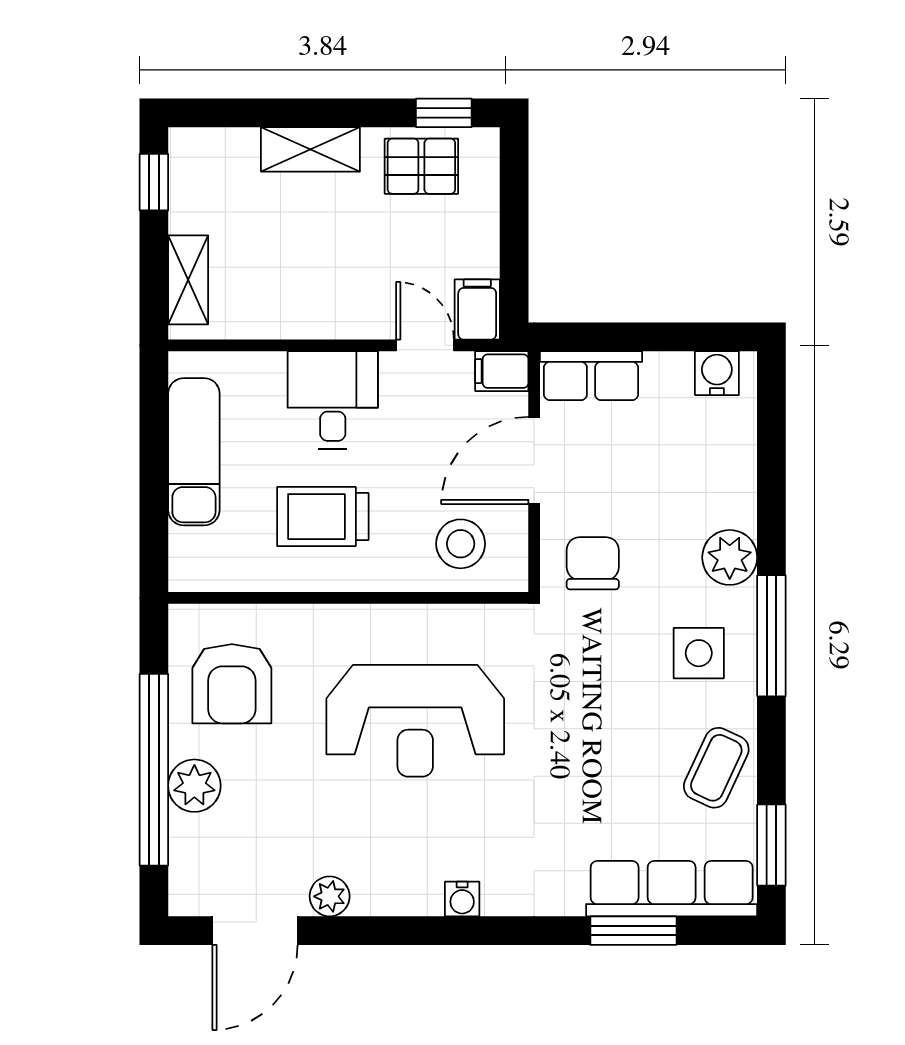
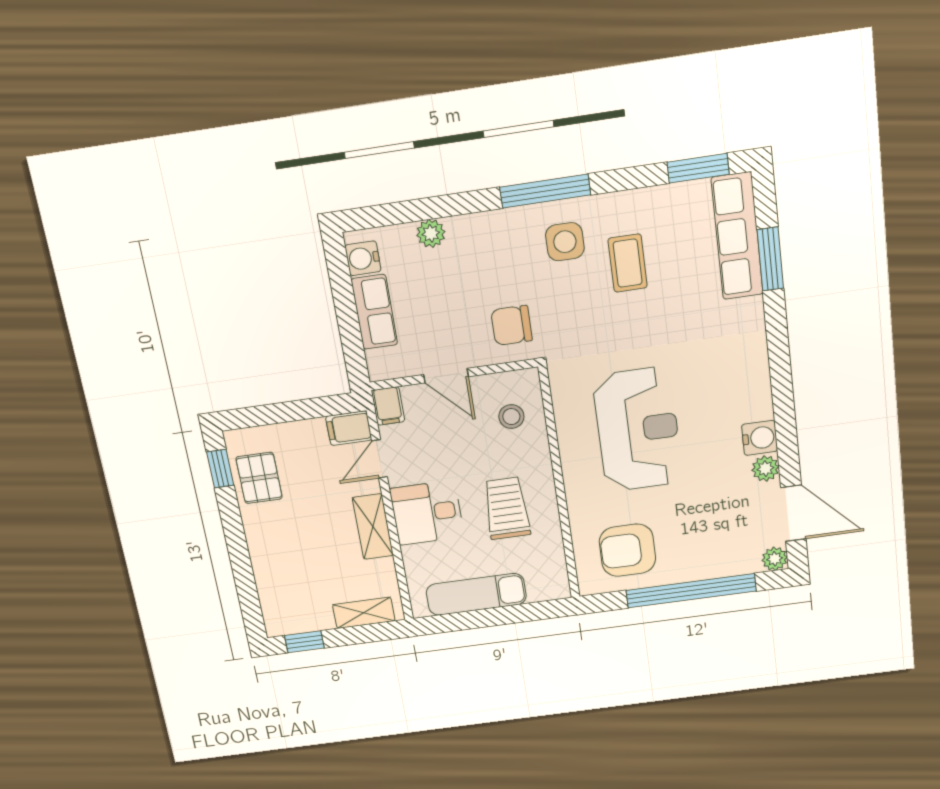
shelving: (310, 149) -> (373, 527), moved
row of seats: (591, 376) -> (374, 312), moved
door: (534, 460) -> (446, 376), width x0.73
trolley: (323, 517) -> (507, 508), turned 180
stool: (461, 544) -> (511, 417), width x0.73, depth x0.73
plant: (730, 557) -> (431, 233), moved, width x0.73, depth x0.73
armchair: (232, 684) -> (627, 550), turned 180
coffee table: (716, 768) -> (628, 263), moved, turned 65
plant: (194, 786) -> (775, 559), moved, width x0.73, depth x0.73
water cooler: (462, 899) -> (760, 438), moved, width x1.38, depth x1.38

